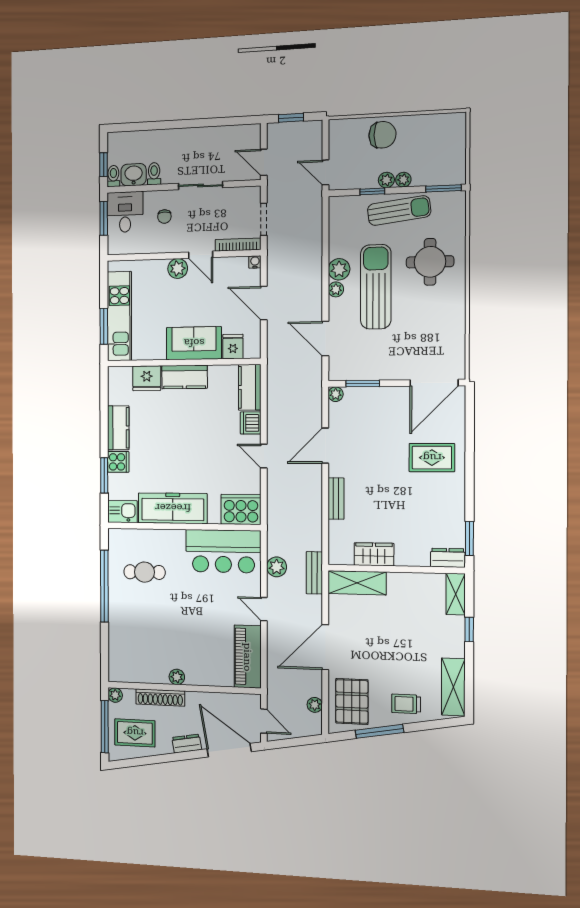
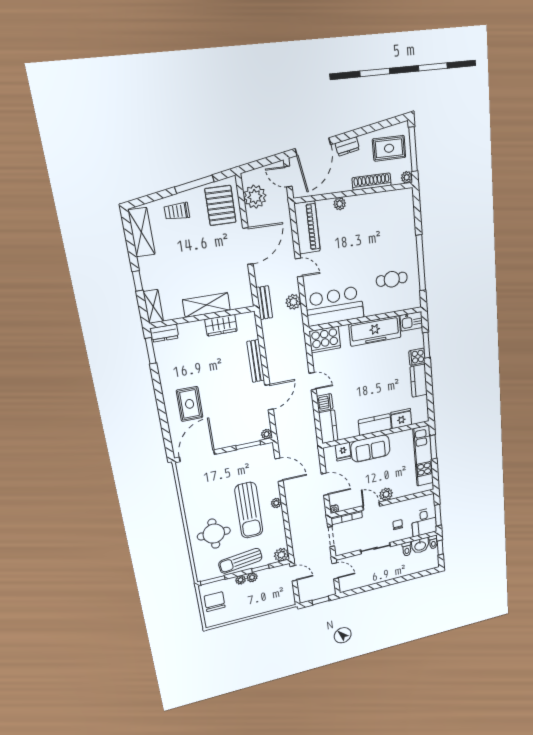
chair: (382, 135) -> (215, 602), moved, turned 90
plant: (339, 269) -> (281, 555), moved
rug: (432, 458) -> (190, 404), turned 90
bench: (336, 499) -> (256, 361), width x1.36
shelving: (357, 583) -> (206, 305), moved
plant: (177, 677) -> (340, 204), moved
trolley: (406, 704) -> (177, 211), turned 180
plant: (315, 705) -> (255, 197), width x1.88, depth x1.88
door: (229, 750) -> (313, 147), hinge flipped

